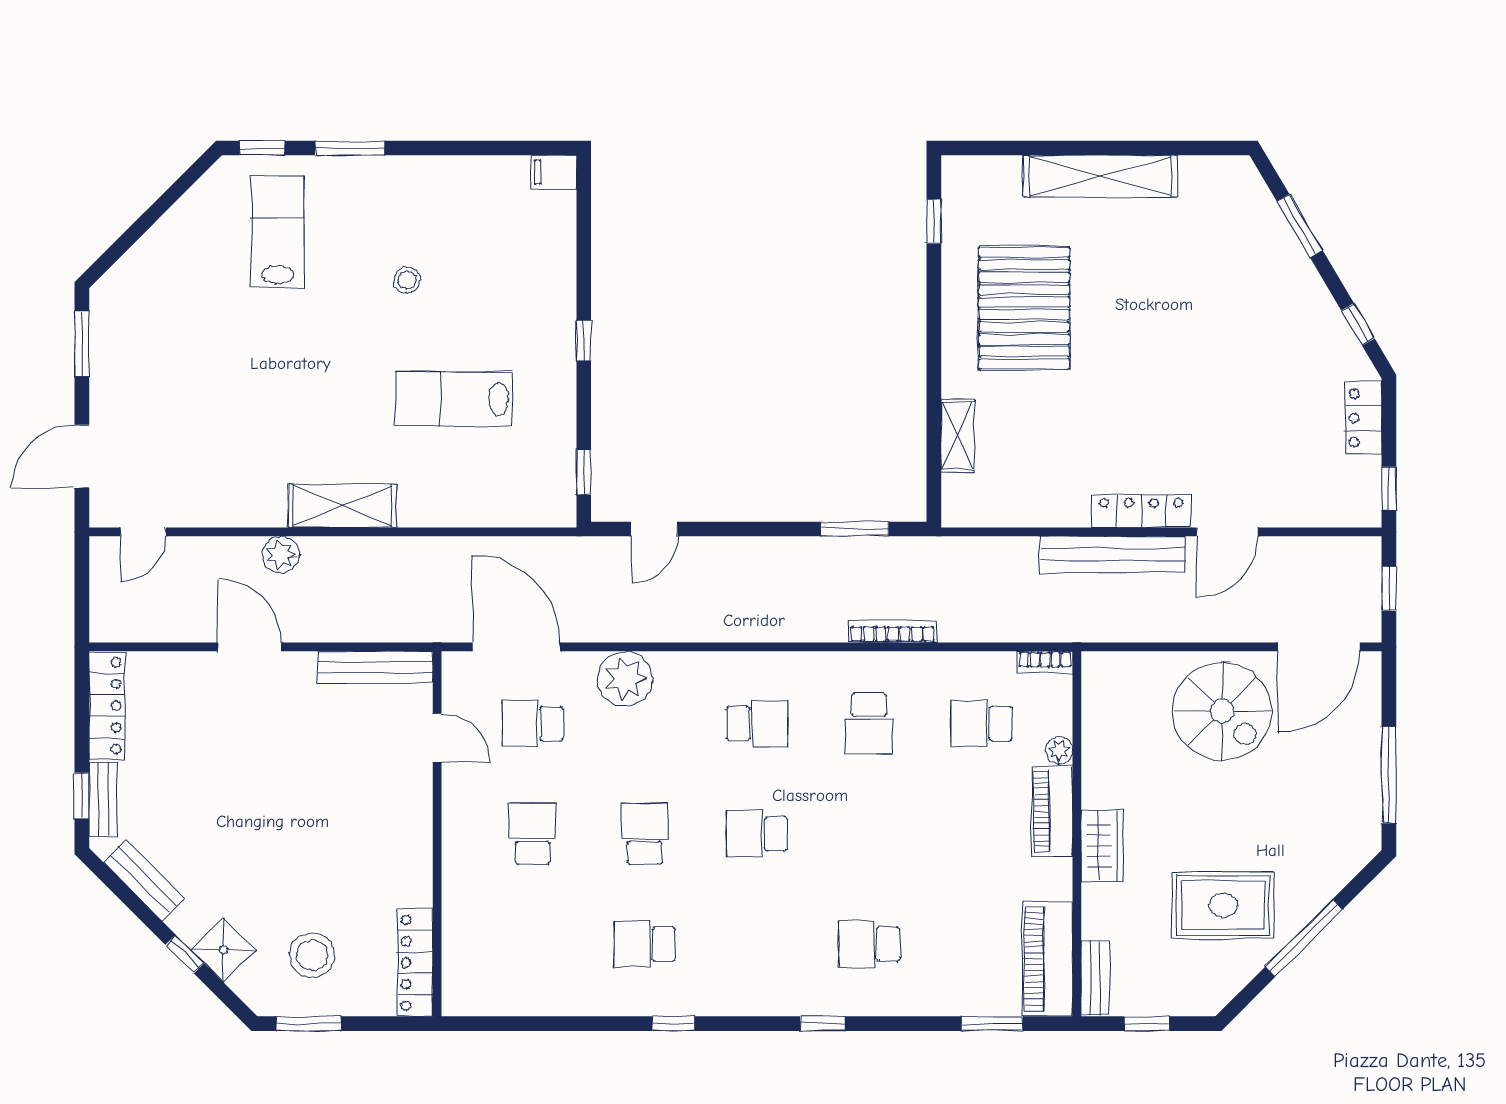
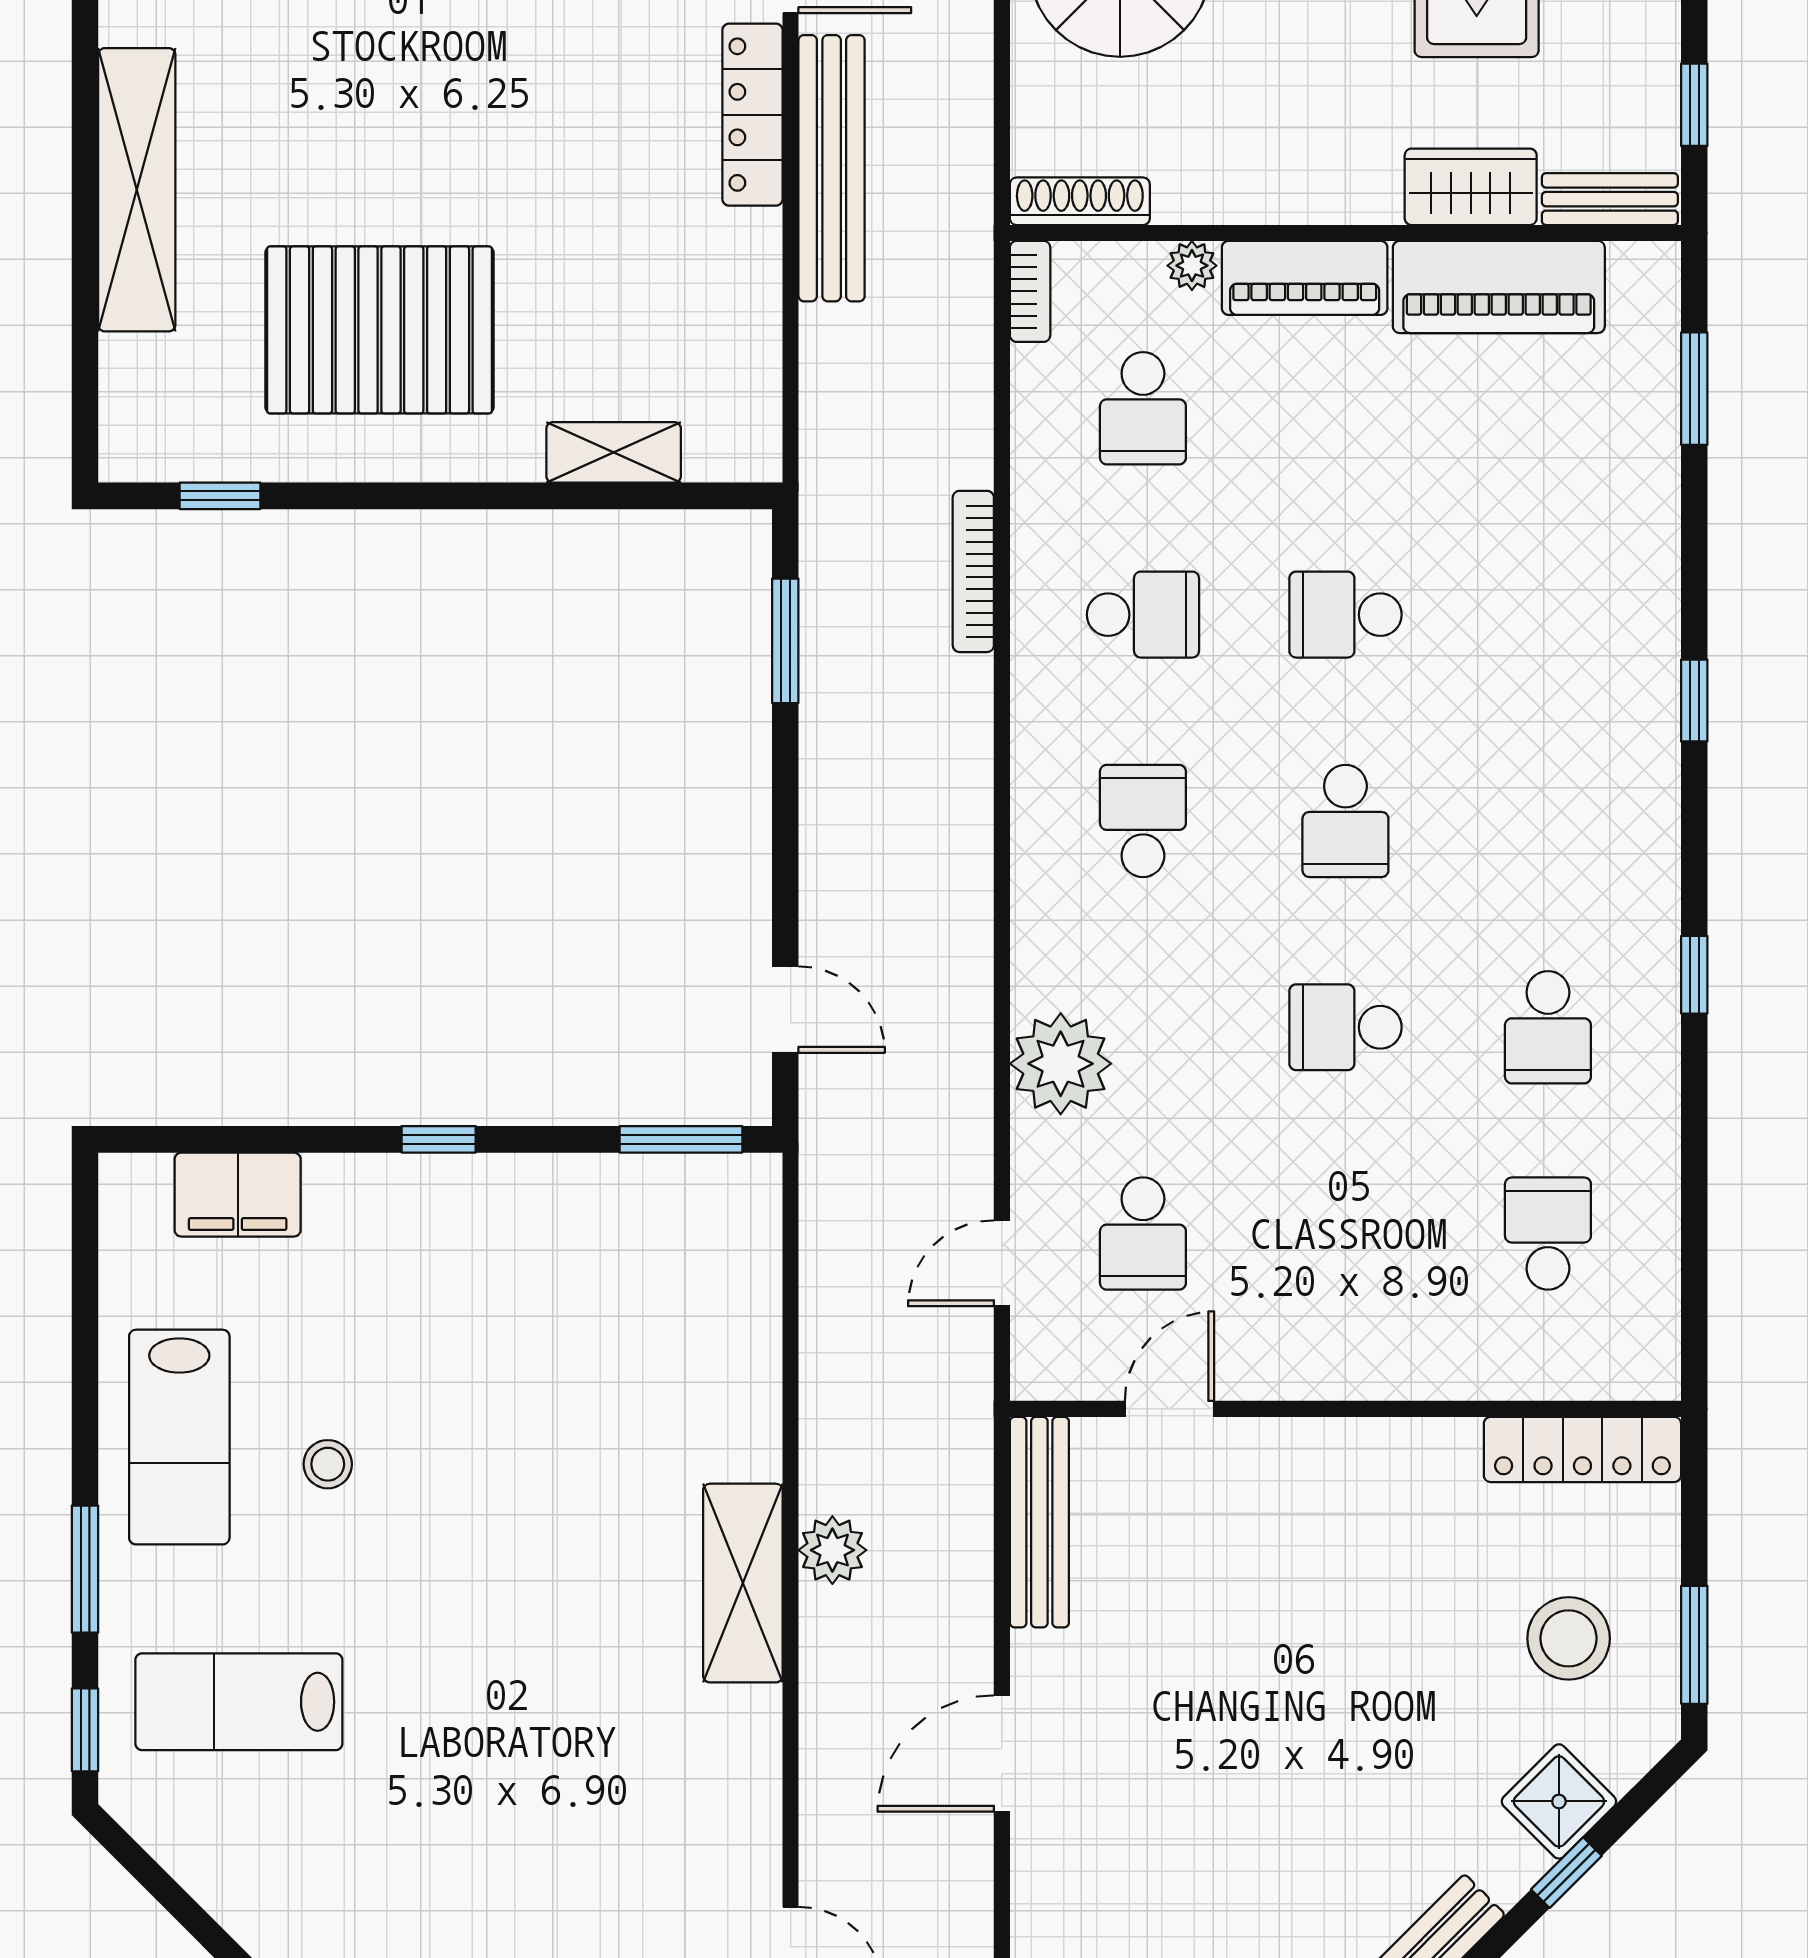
filing cabinet: (554, 172) -> (238, 1195), moved, width x2.00
lab bench: (454, 399) -> (179, 1437), moved
window: (584, 472) -> (681, 1139), width x1.50
plant: (281, 555) -> (832, 1550), moved
door: (516, 647) -> (1002, 1263), width x0.53
shoe rack: (1094, 689) -> (1080, 201), added
school desk: (532, 834) -> (1548, 1234), moved, turned 90
wardrobe: (1102, 846) -> (1471, 187), moved
school desk: (869, 944) -> (1345, 615), moved, turned 90
piano: (1048, 959) -> (1499, 287), moved

